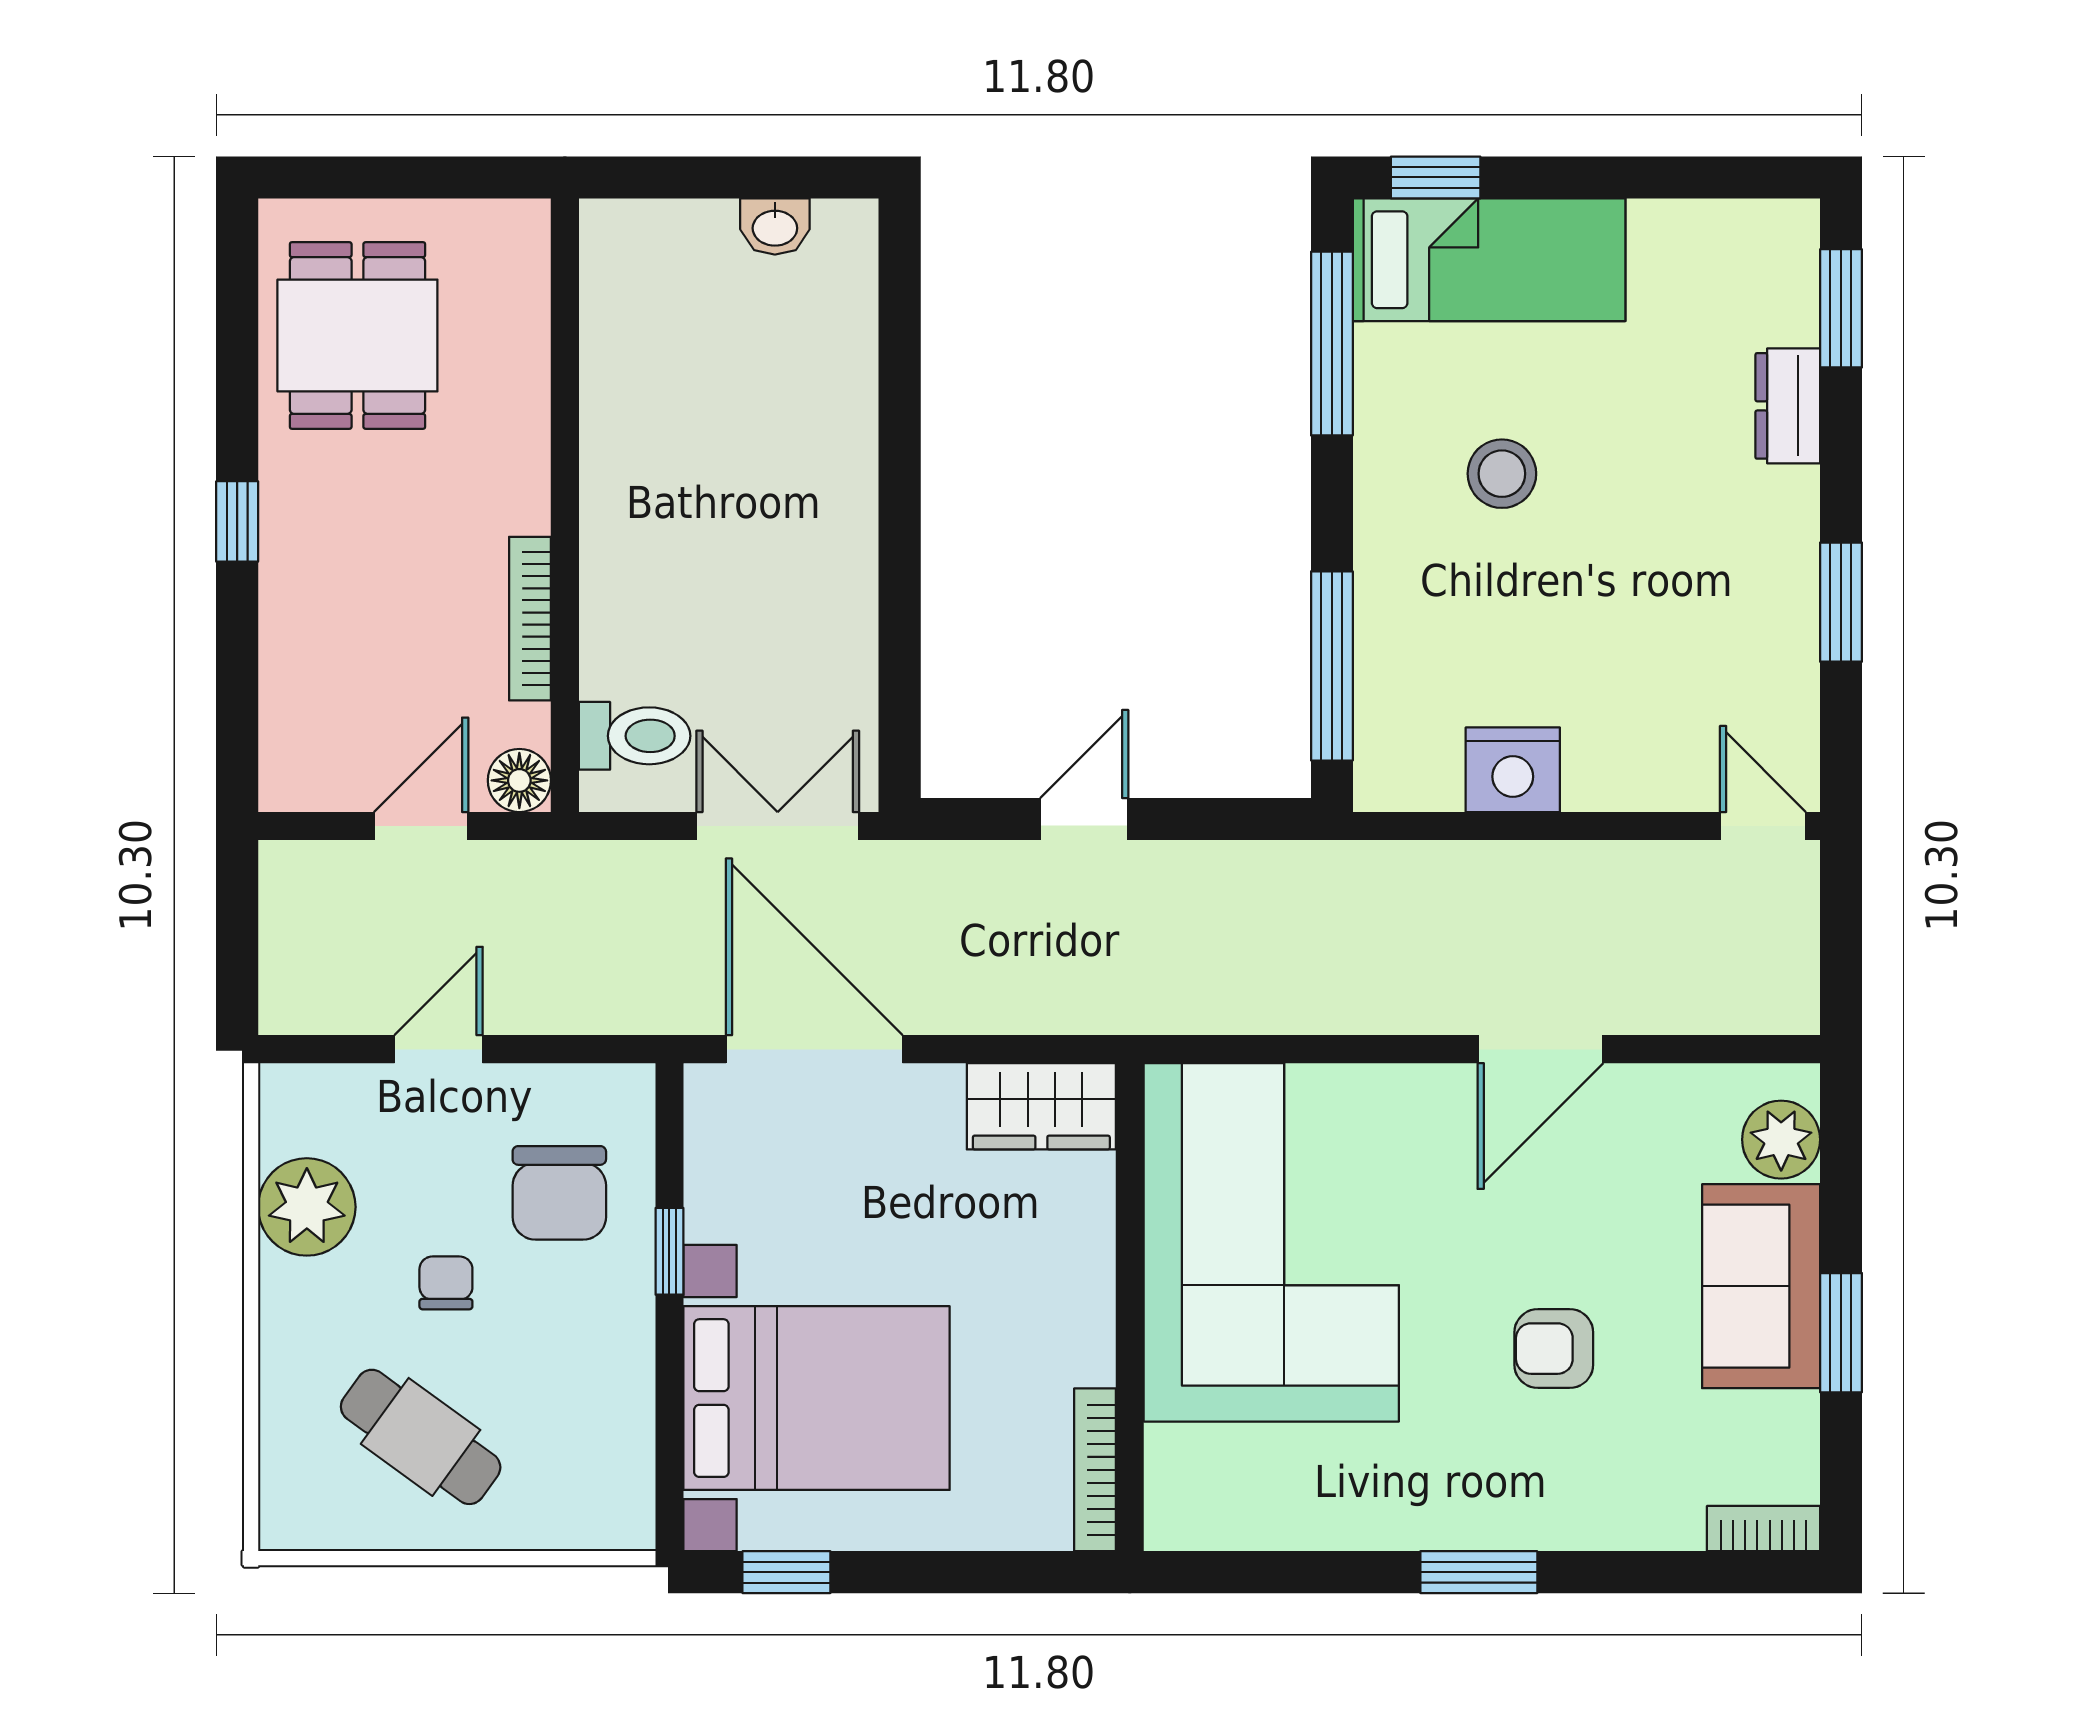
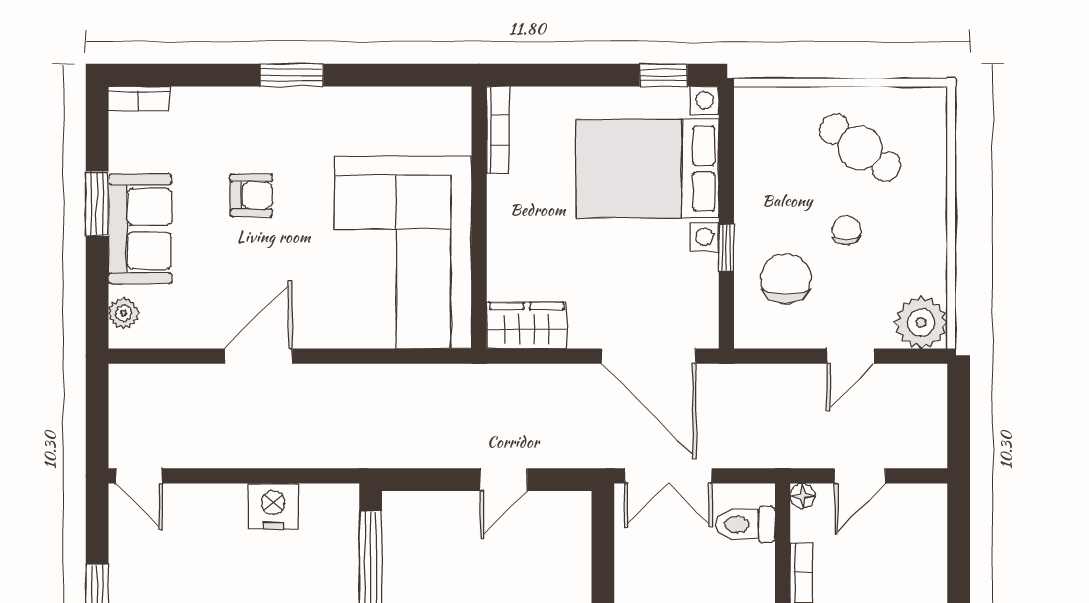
floor lamp: (519, 780) -> (802, 496), width x0.73, depth x0.73
plant: (1781, 1140) -> (124, 313), width x0.73, depth x0.73
plant: (307, 1207) -> (921, 322), moved
chair: (446, 1283) -> (847, 231), turned 180

